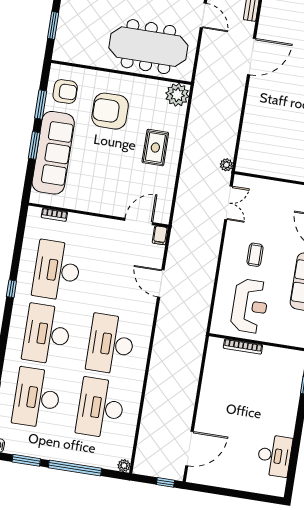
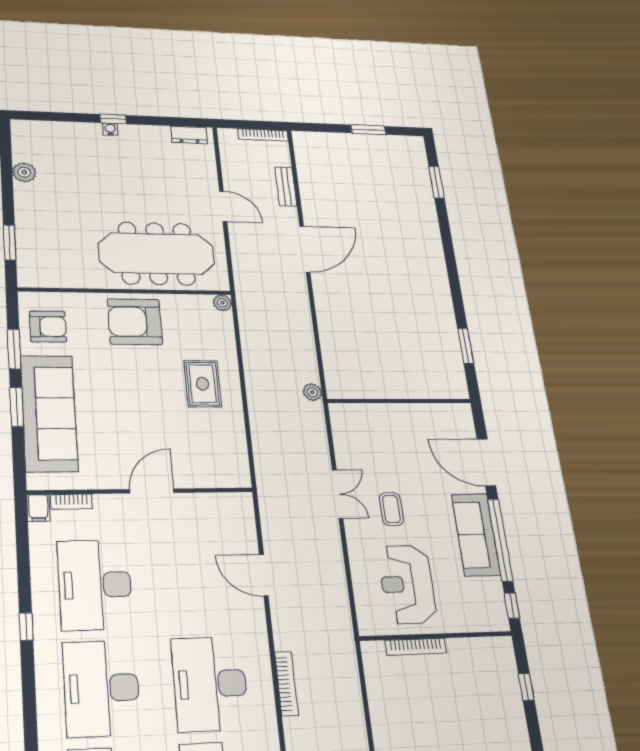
plant: (177, 95) -> (222, 303), width x0.53, depth x0.53
armchair: (110, 111) -> (135, 322), moved
double door: (228, 203) -> (338, 494), moved
door: (139, 221) -> (152, 491), moved
filing cabinet: (160, 235) -> (38, 508), moved
reception desk: (250, 306) -> (407, 584), turned 180
bookcase: (156, 353) -> (286, 684), added

